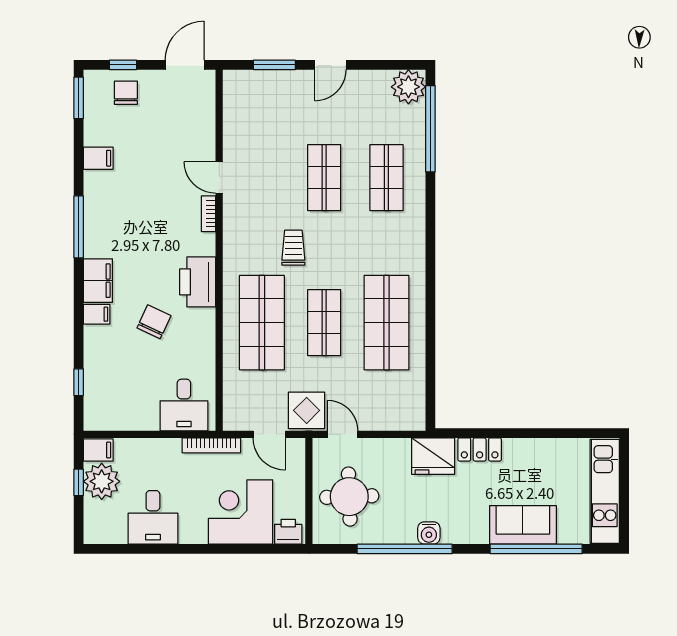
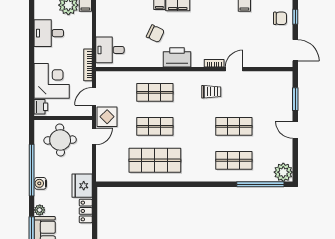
trolley: (293, 248) -> (211, 92), moved
shop shelf: (262, 323) -> (155, 92), width x0.70, depth x0.74
plant: (478, 534) -> (40, 210), added

